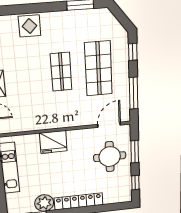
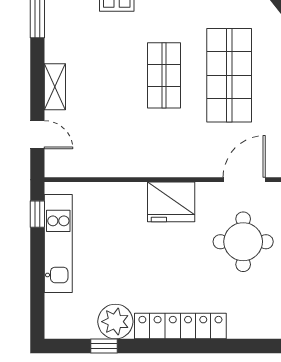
fridge: (53, 142) -> (171, 202), moved

